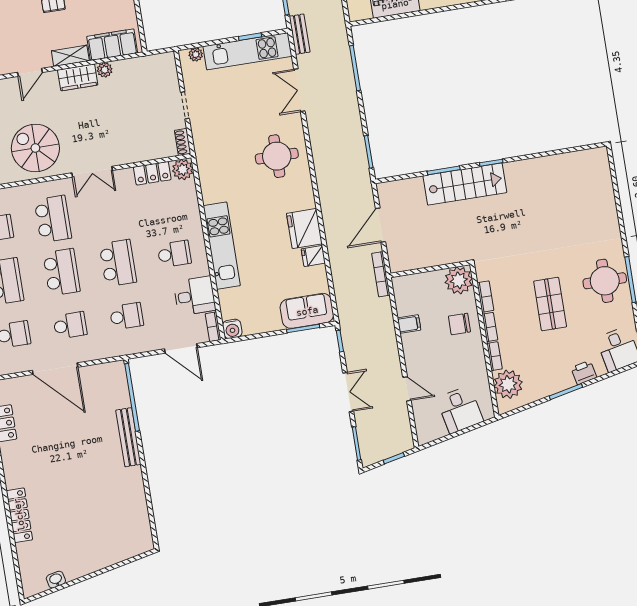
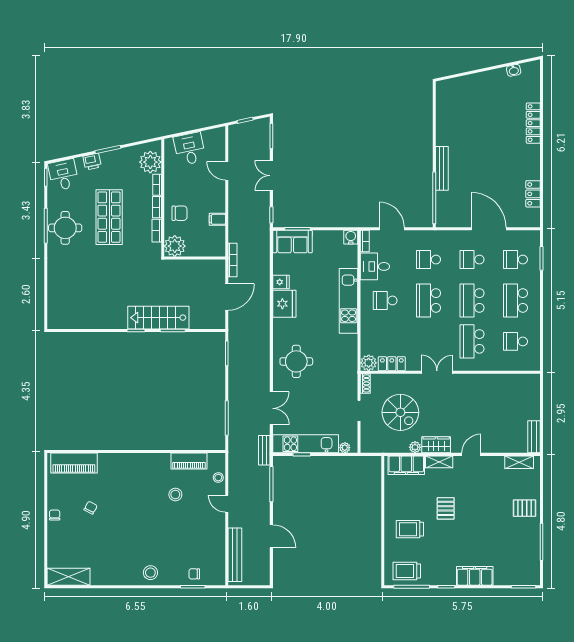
spiral stairs: (35, 148) -> (400, 412), moved
shop shelf: (550, 304) -> (109, 217), width x1.43, depth x1.36

